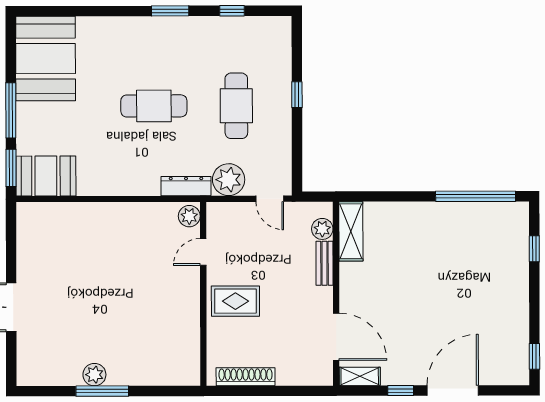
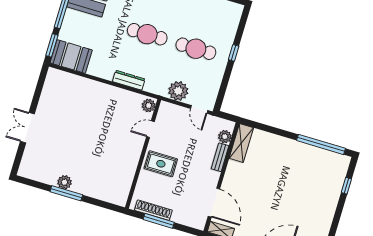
cafe table: (236, 106) -> (196, 49), turned 90
dresser: (186, 186) -> (129, 80), moved
window: (259, 391) -> (159, 221), added

